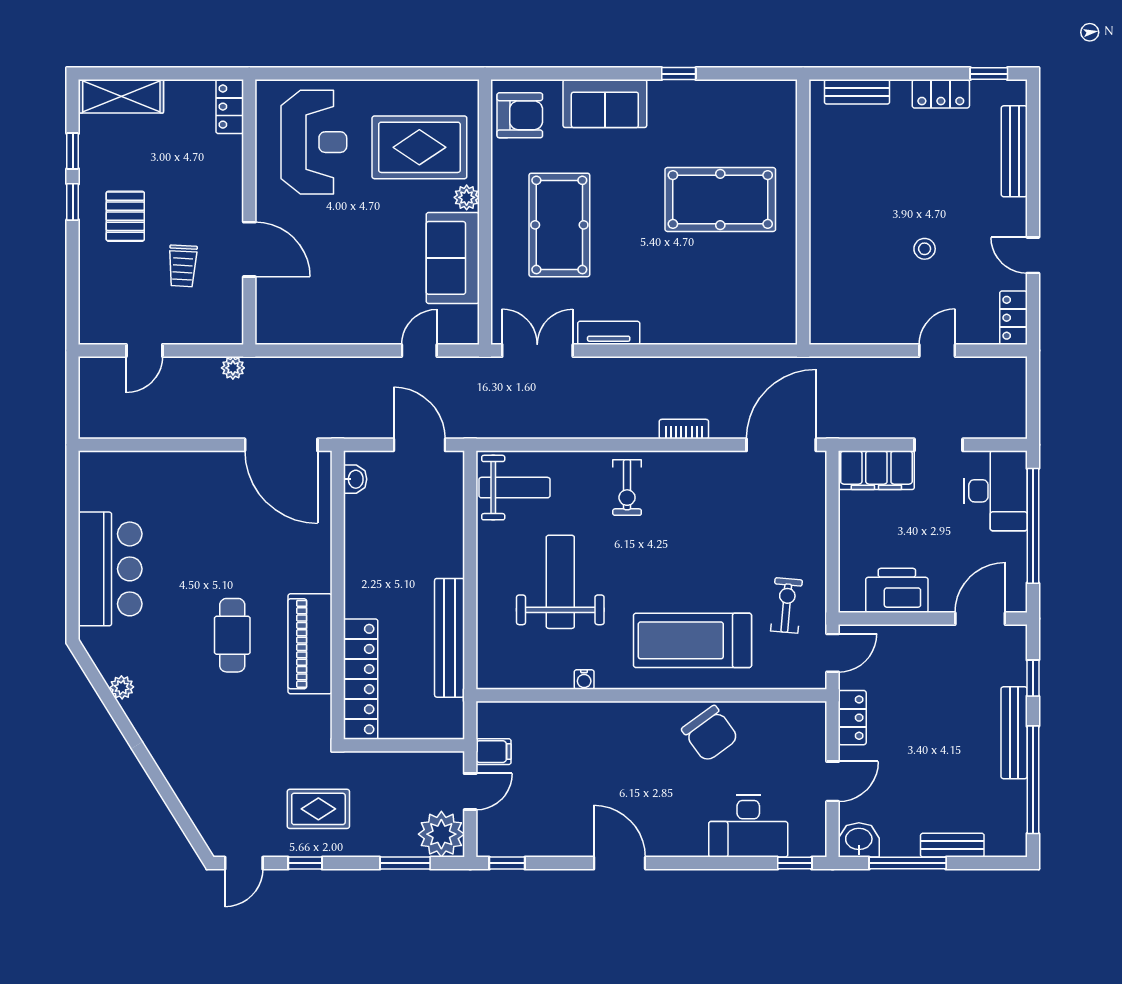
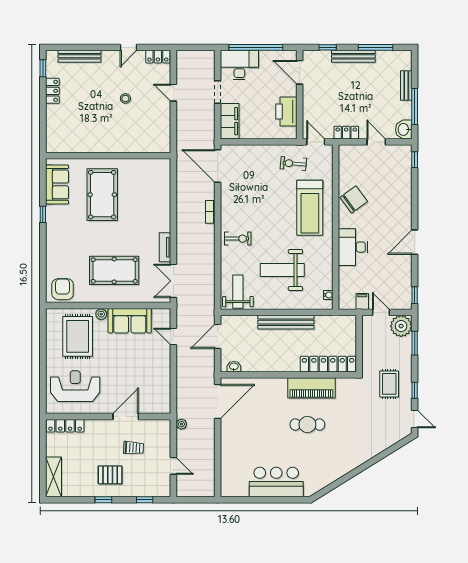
bench: (857, 92) -> (52, 130), removed
sofa: (605, 104) -> (57, 184), moved
locker: (230, 107) -> (65, 426), width x1.53
window: (73, 151) -> (145, 500), moved
bench: (450, 638) -> (286, 322), moved
water cooler: (584, 679) -> (328, 295), moved
plant: (122, 687) -> (332, 477), removed
window: (1033, 780) -> (375, 47), width x0.68
desk: (748, 826) -> (353, 247), moved, turned 180

